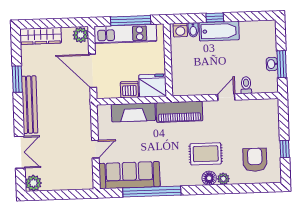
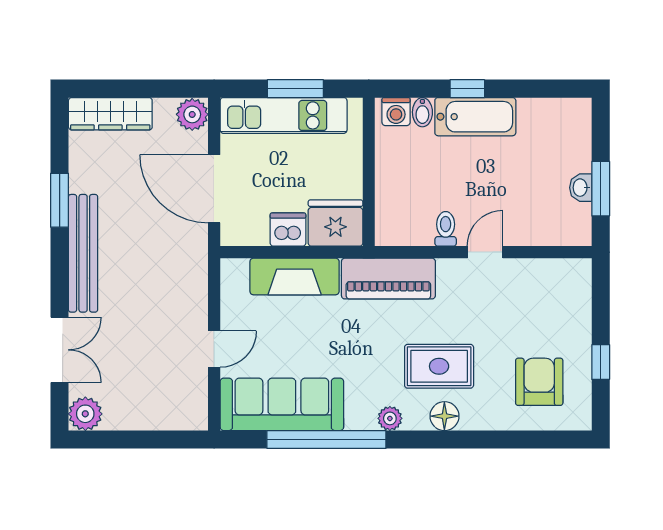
window: (131, 20) -> (295, 89), width x0.69
toilet: (246, 85) -> (446, 229), moved
plant: (223, 179) -> (390, 418), moved

